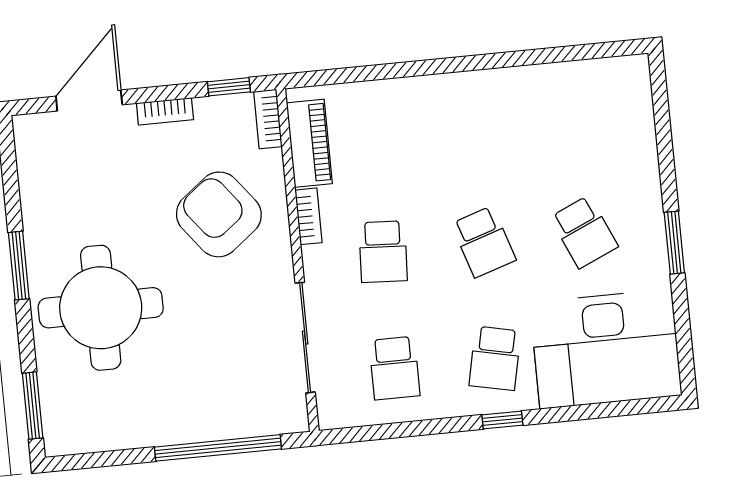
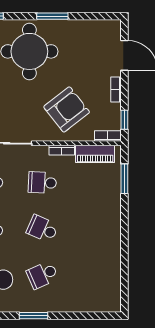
window: (358, 74) -> (124, 179), added
school desk: (484, 242) -> (42, 229), turned 42

